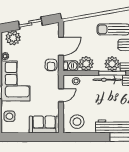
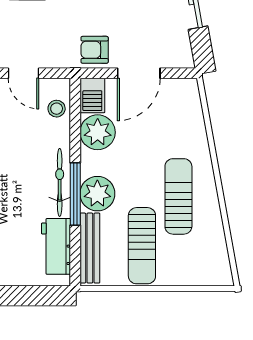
door: (61, 46) -> (139, 73), hinge flipped

